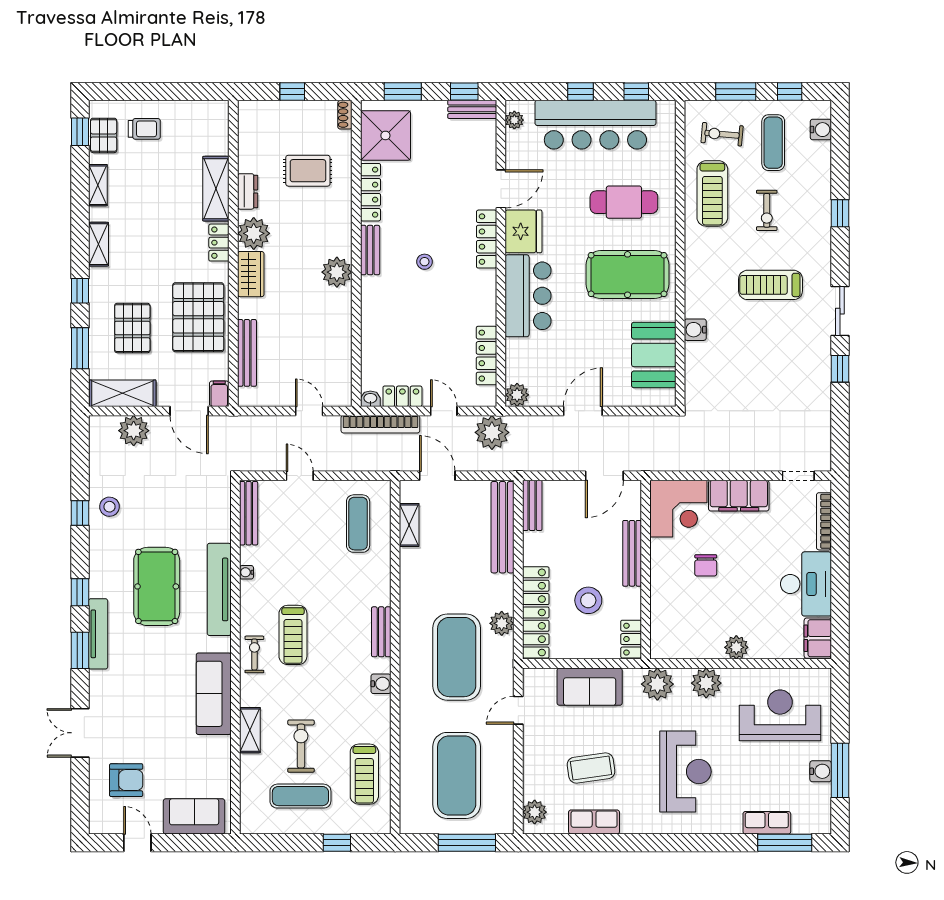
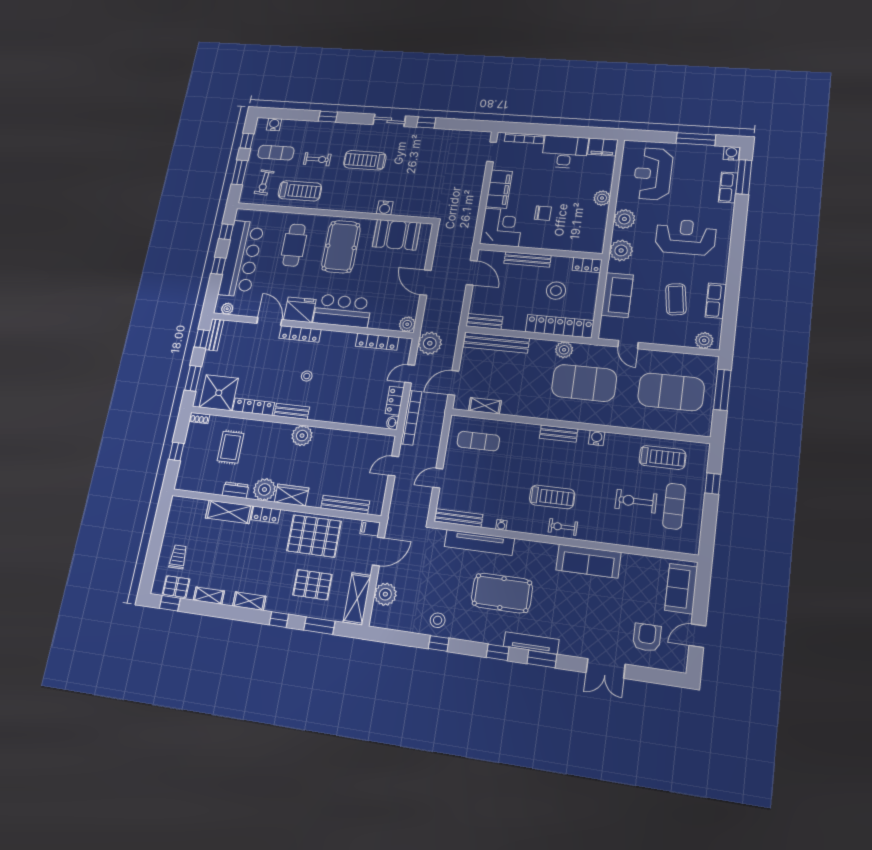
treadmill: (771, 285) -> (365, 160), turned 90
tv unit: (219, 589) -> (479, 542), moved
shelving: (250, 730) -> (619, 537), removed
water cooler: (821, 771) -> (731, 153), moved

